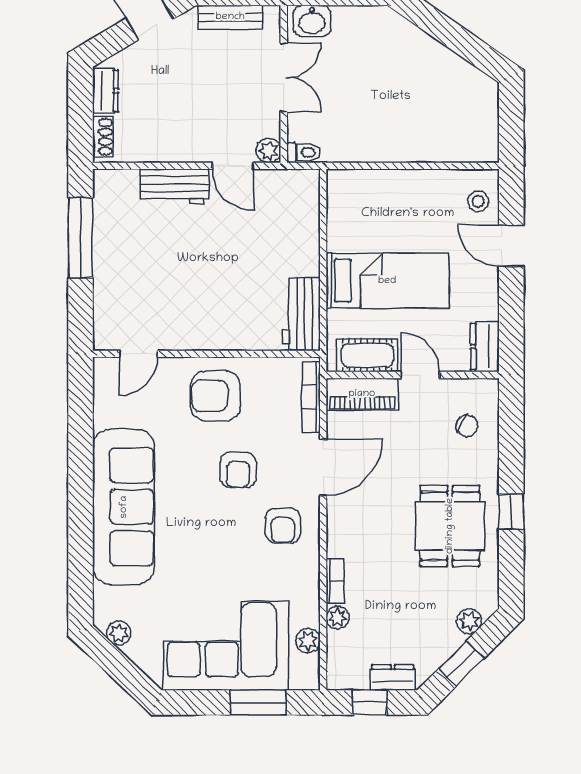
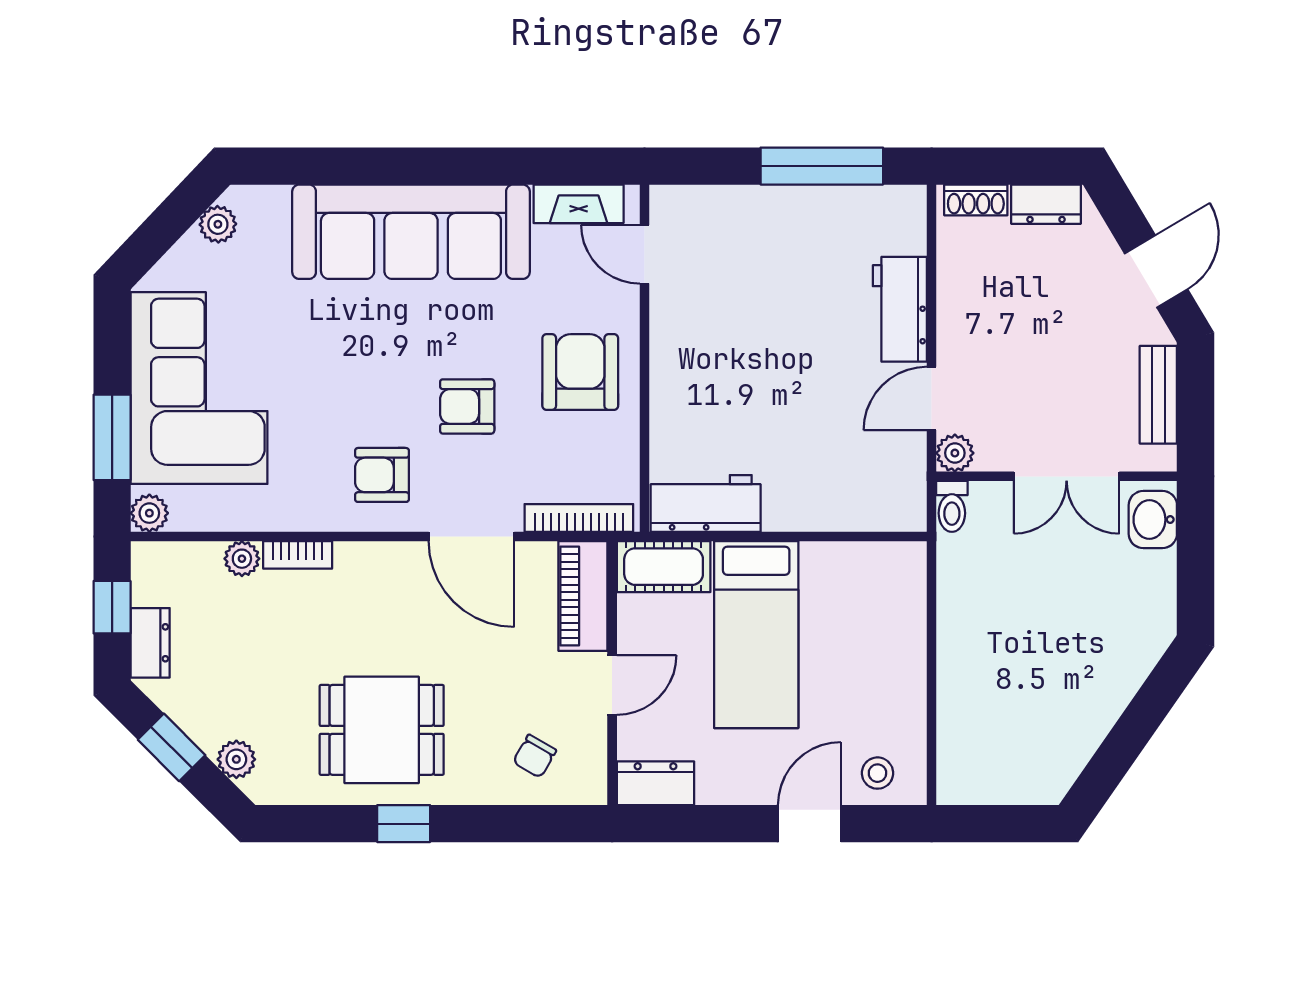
cot: (367, 355) -> (664, 567), moved, turned 90
fireplace: (105, 397) -> (579, 204), added
plant: (308, 640) -> (149, 513), moved

